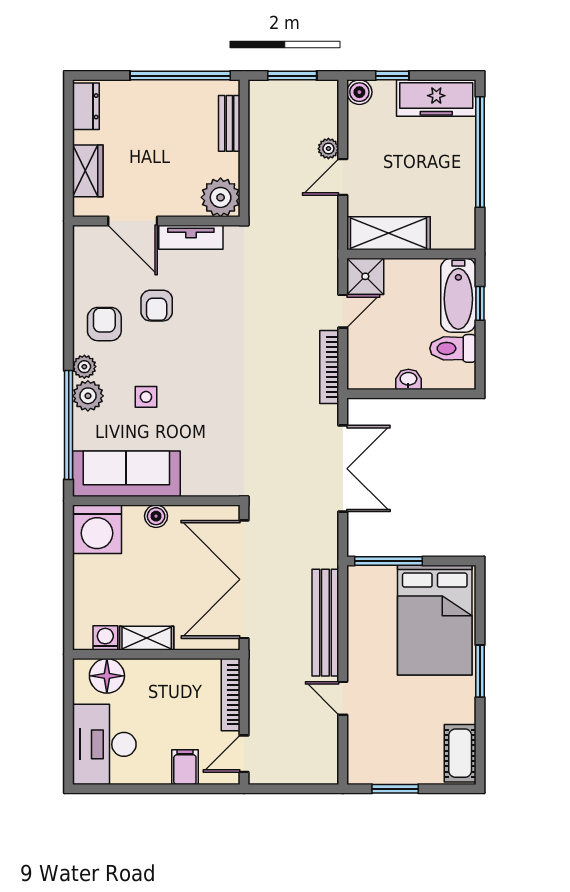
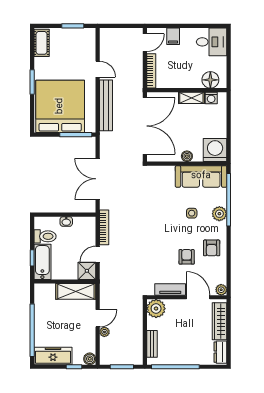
wardrobe: (88, 171) -> (220, 321), width x1.50
plant: (84, 367) -> (221, 290), moved
bed: (435, 620) -> (60, 106), width x1.36
desk: (104, 744) -> (212, 42), width x0.73

